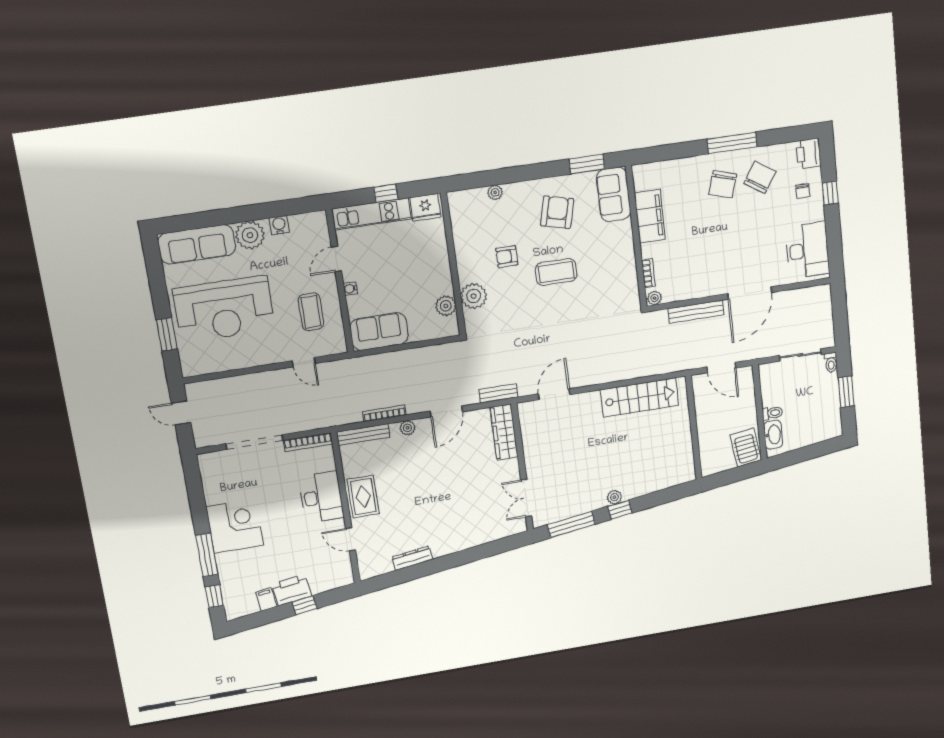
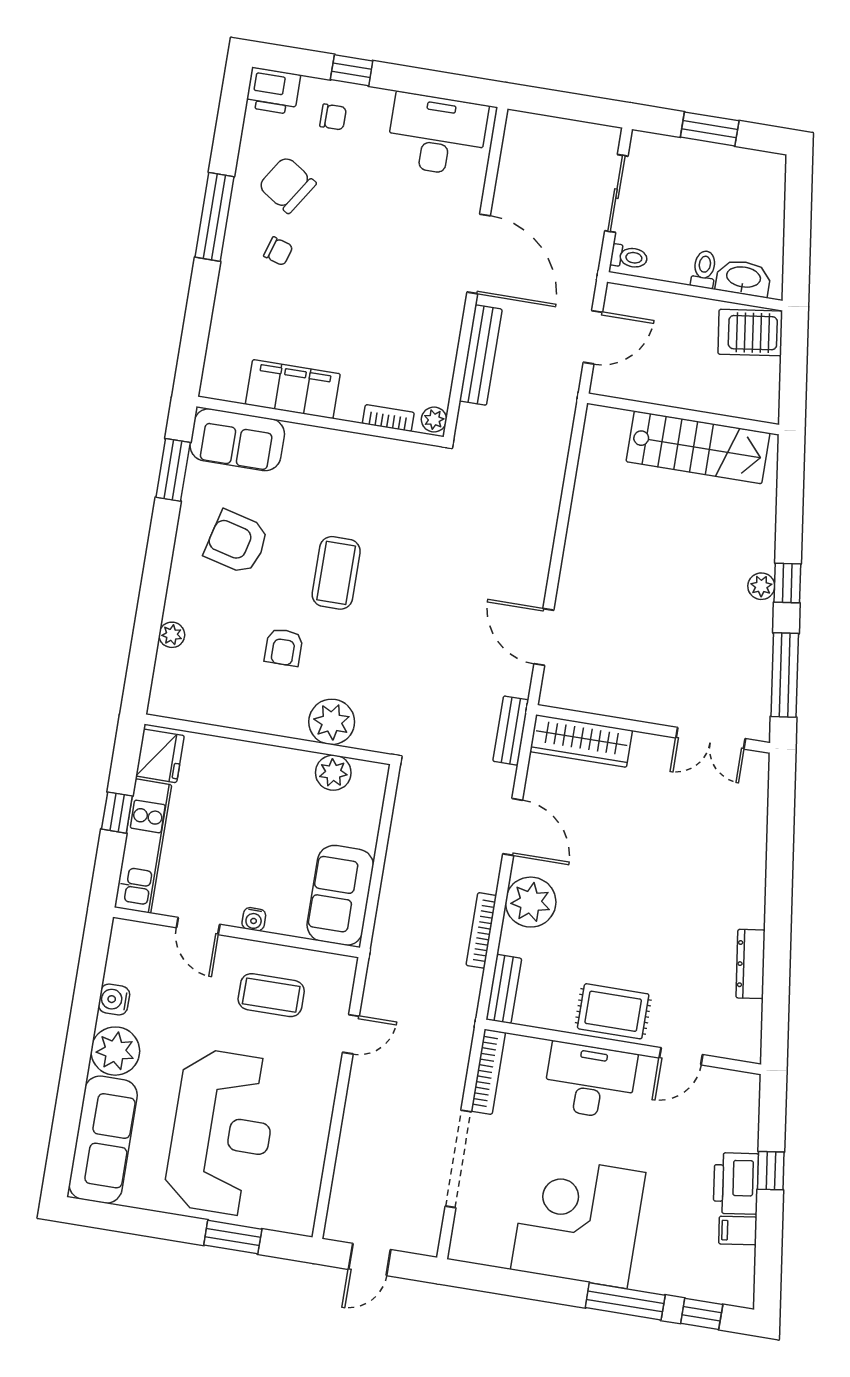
chair: (723, 184) -> (278, 251), width x0.54, depth x0.54
toilet: (831, 362) -> (629, 257), moved
stairs: (640, 397) -> (698, 447), moved, turned 90
plant: (407, 428) -> (531, 902), width x1.88, depth x1.88
bench: (363, 434) -> (504, 989), width x0.73
corner desk: (235, 526) -> (578, 1221), width x1.36, depth x1.36

